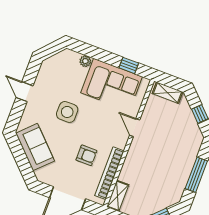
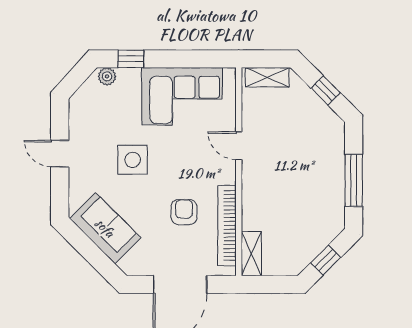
plant: (85, 61) -> (107, 76), moved
window: (129, 65) -> (131, 59), moved
armchair: (86, 155) -> (184, 212), turned -90

